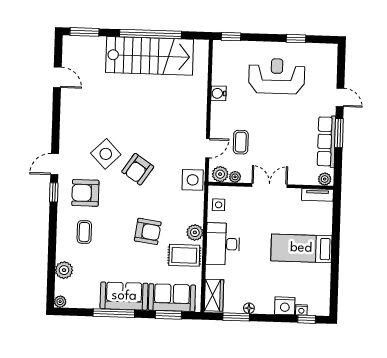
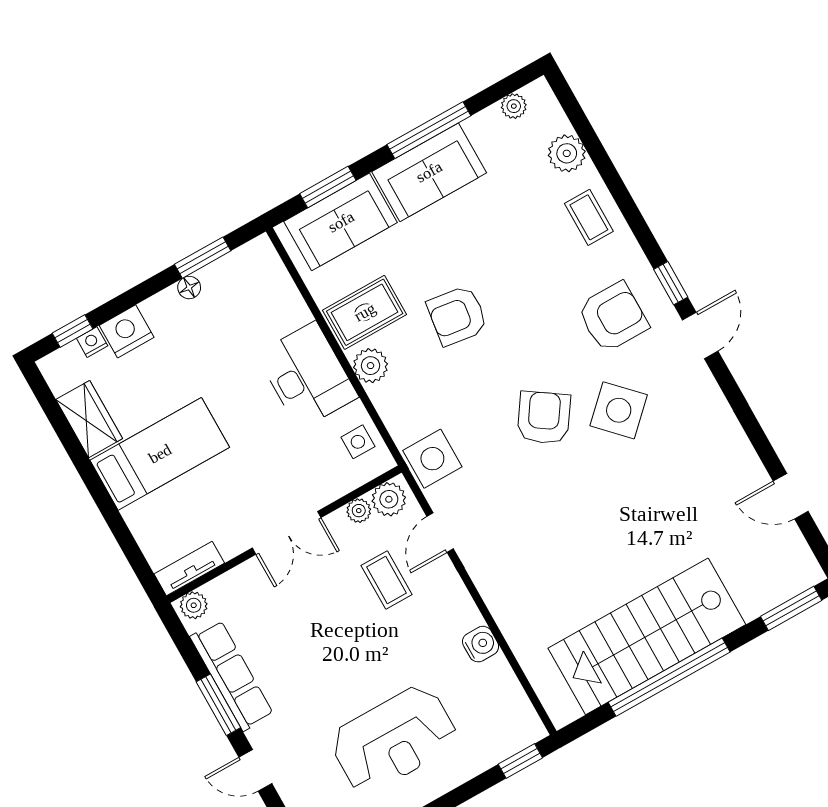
coffee table: (84, 232) -> (589, 217), moved
wardrobe: (214, 295) -> (89, 419), moved, turned 180
plant: (60, 302) -> (514, 106), moved

